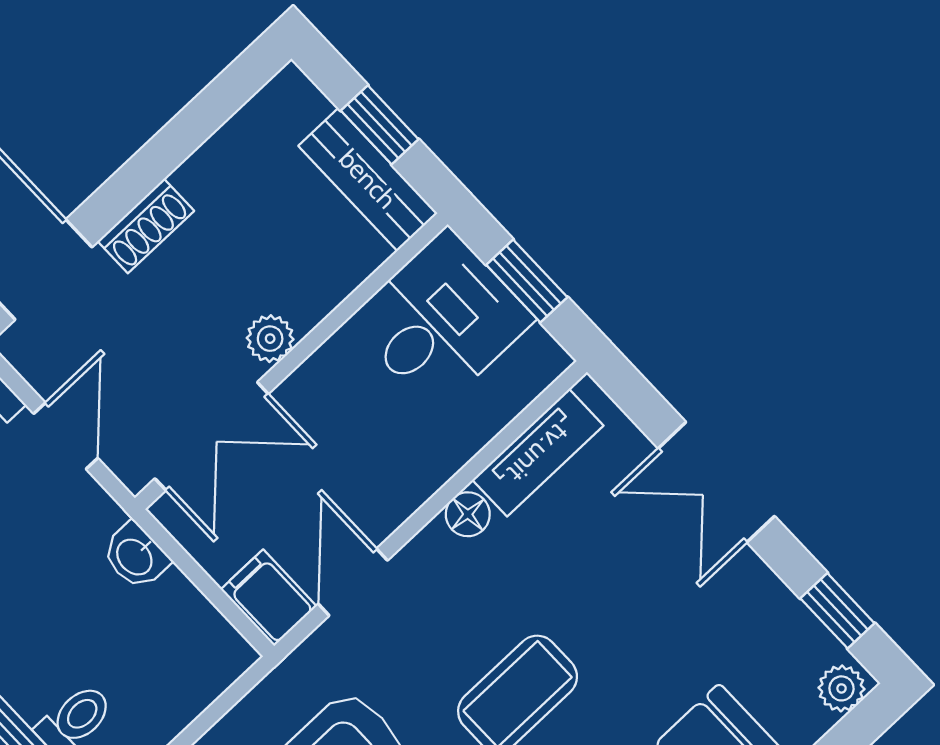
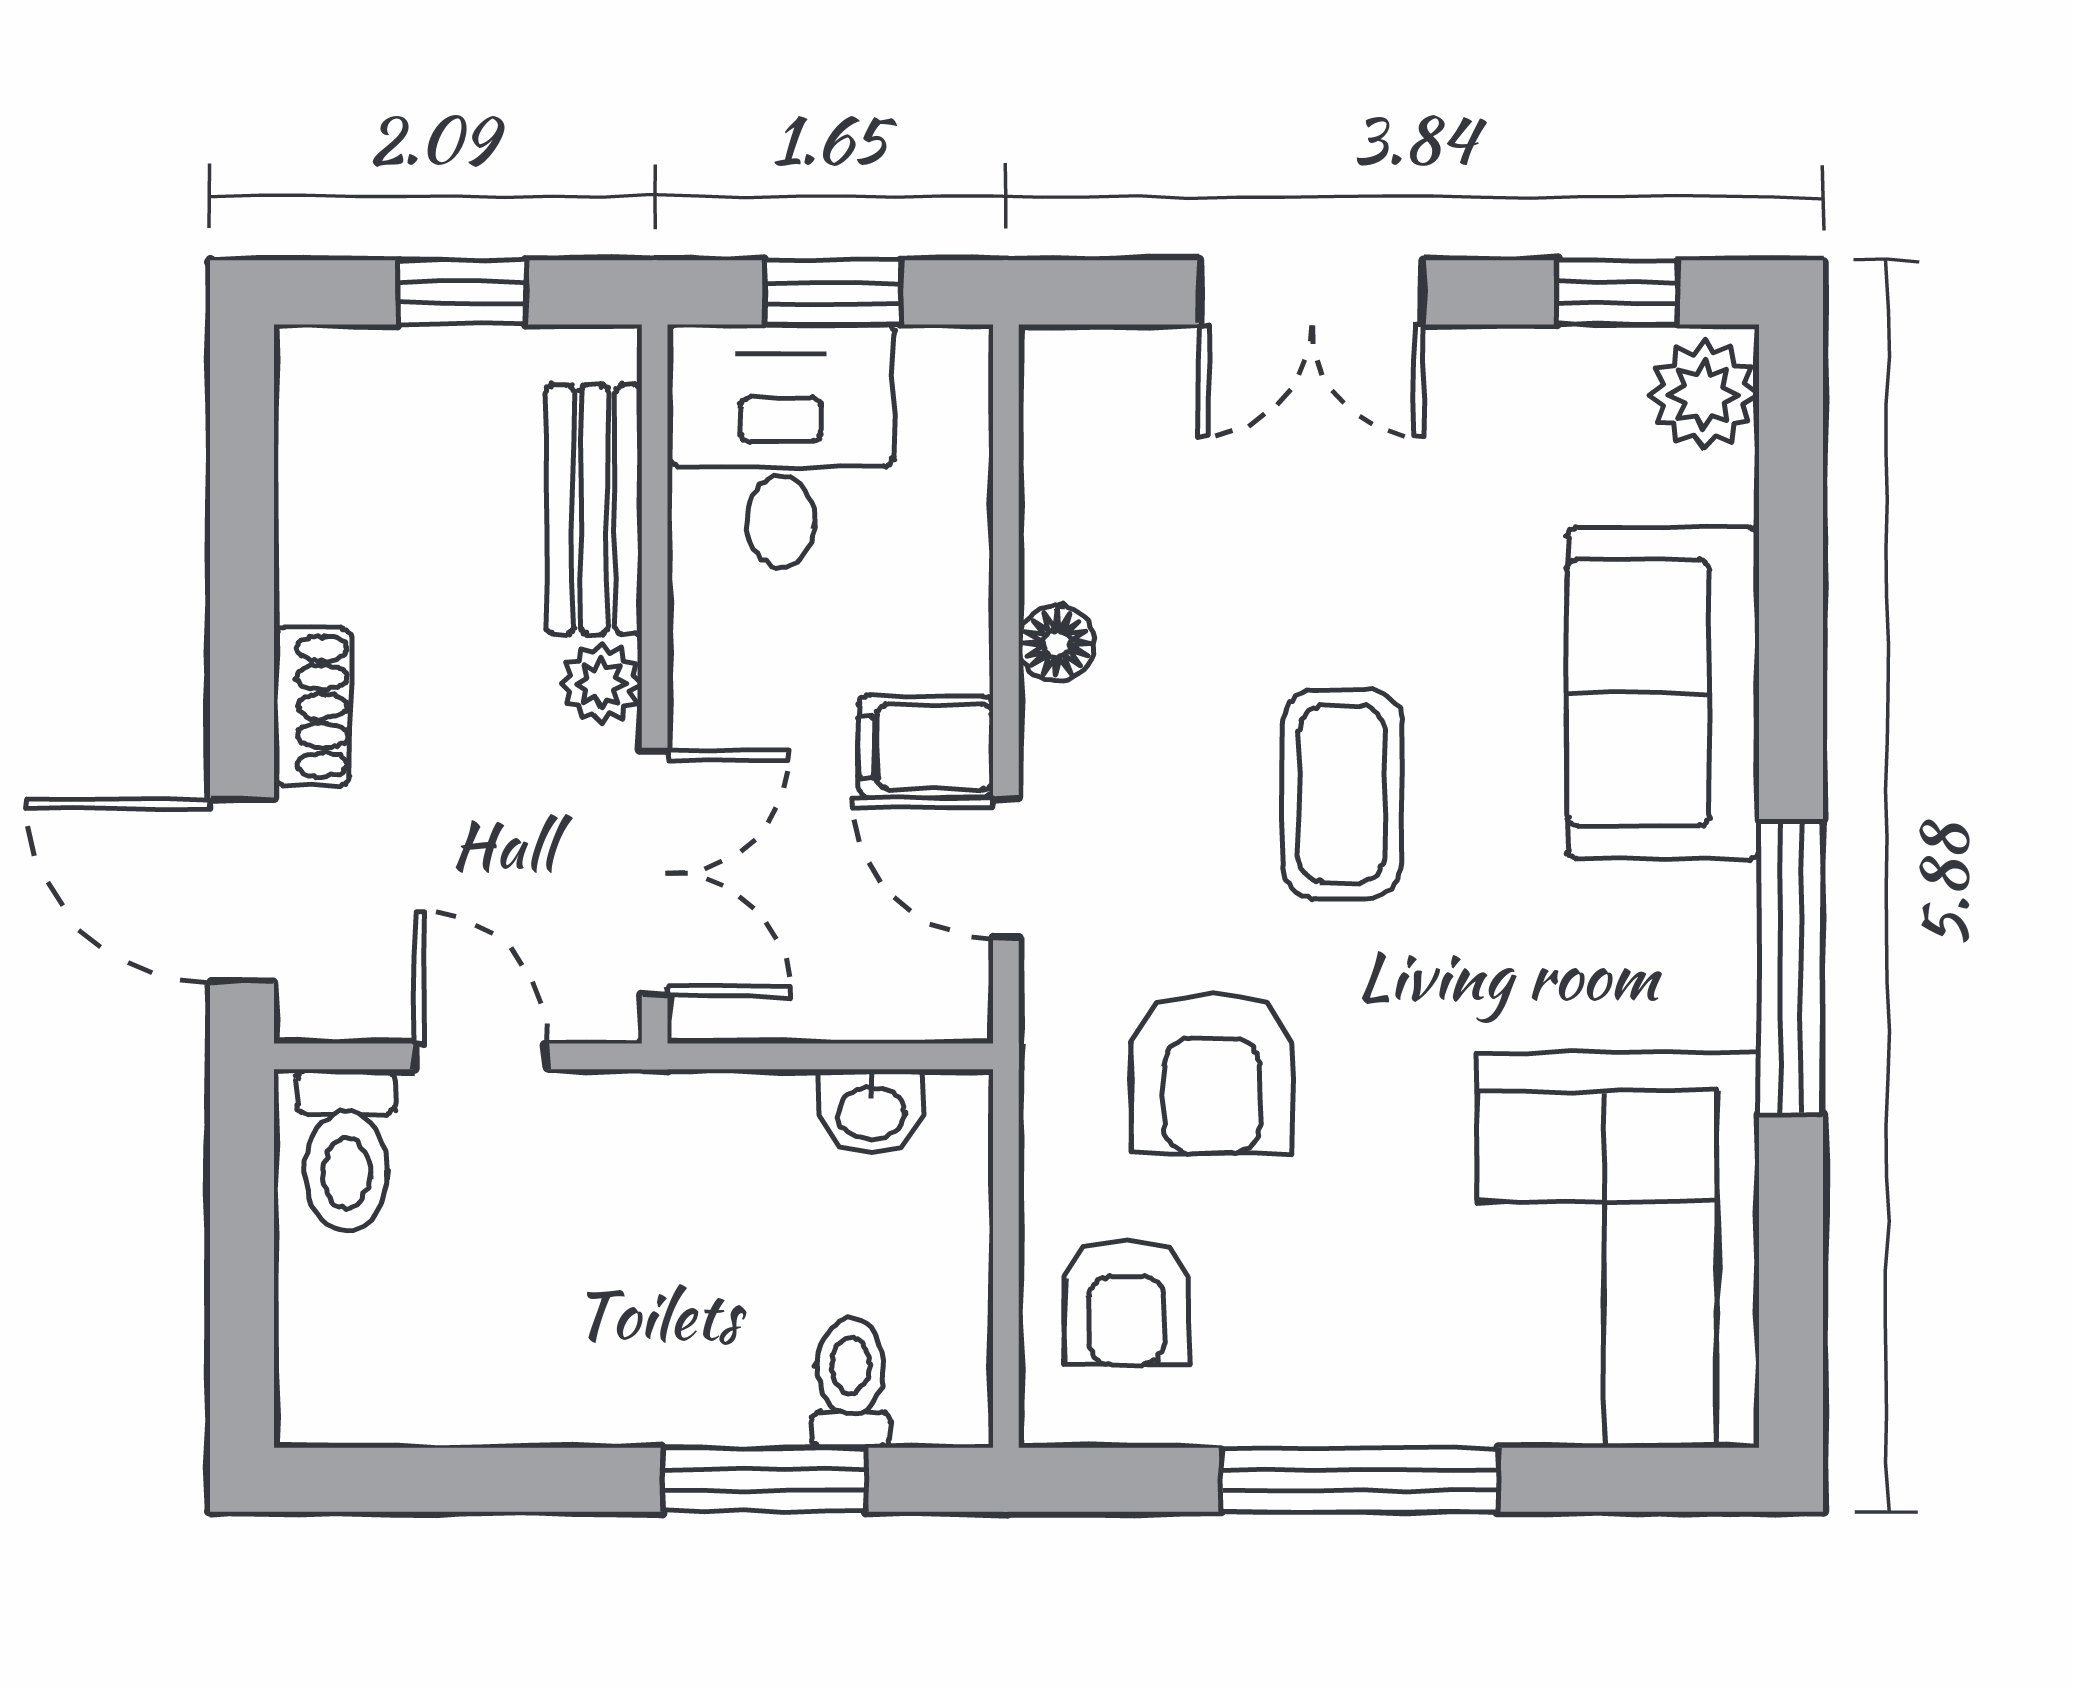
bench: (368, 179) -> (594, 509), moved, turned 90
tv unit: (538, 453) -> (1062, 482), removed
washbasin: (135, 556) -> (871, 1111), moved
filing cabinet: (269, 598) -> (926, 747), moved
plant: (842, 688) -> (1704, 395), width x1.38, depth x1.38

